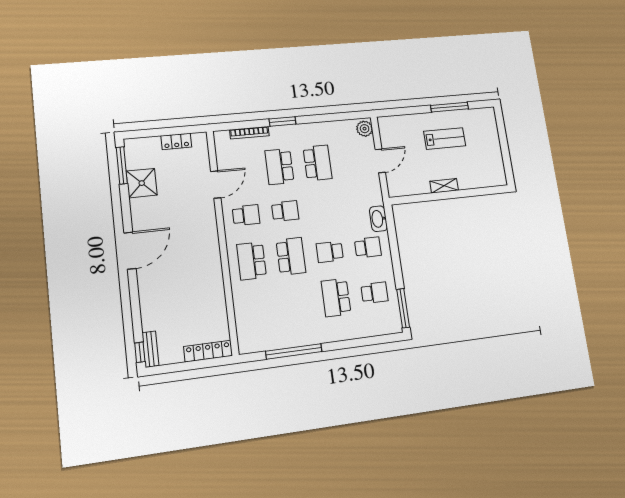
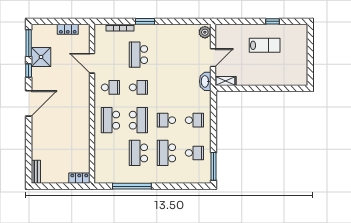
window: (449, 107) -> (272, 21), width x0.46
school desk: (318, 163) -> (138, 153), moved, turned 180
door: (216, 185) -> (92, 63), swing flipped
shelving: (444, 186) -> (225, 81), moved
washbasin: (378, 219) -> (205, 81), moved
locker: (208, 351) -> (79, 178), width x0.66
window: (140, 352) -> (29, 70), moved

